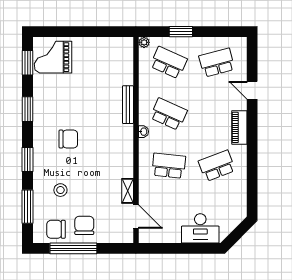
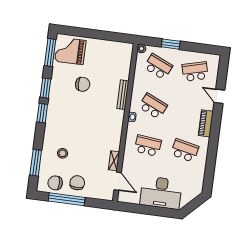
window: (28, 63) -> (50, 52), width x1.44
chair: (68, 139) -> (83, 84), moved
window: (28, 159) -> (42, 113), moved
school desk: (217, 166) -> (185, 150), turned 33
desk: (200, 228) -> (161, 193), width x1.36, depth x1.30

